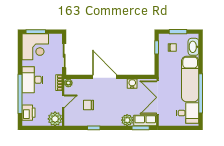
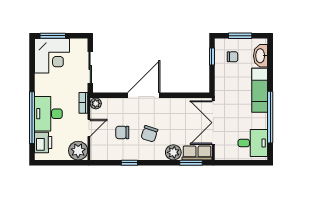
door: (105, 77) -> (144, 95), hinge flipped
exam couch: (190, 79) -> (260, 90), width x0.73, depth x0.69
desk: (32, 80) -> (48, 114), moved
water cooler: (132, 84) -> (180, 104), removed
chair: (109, 106) -> (149, 134), added

